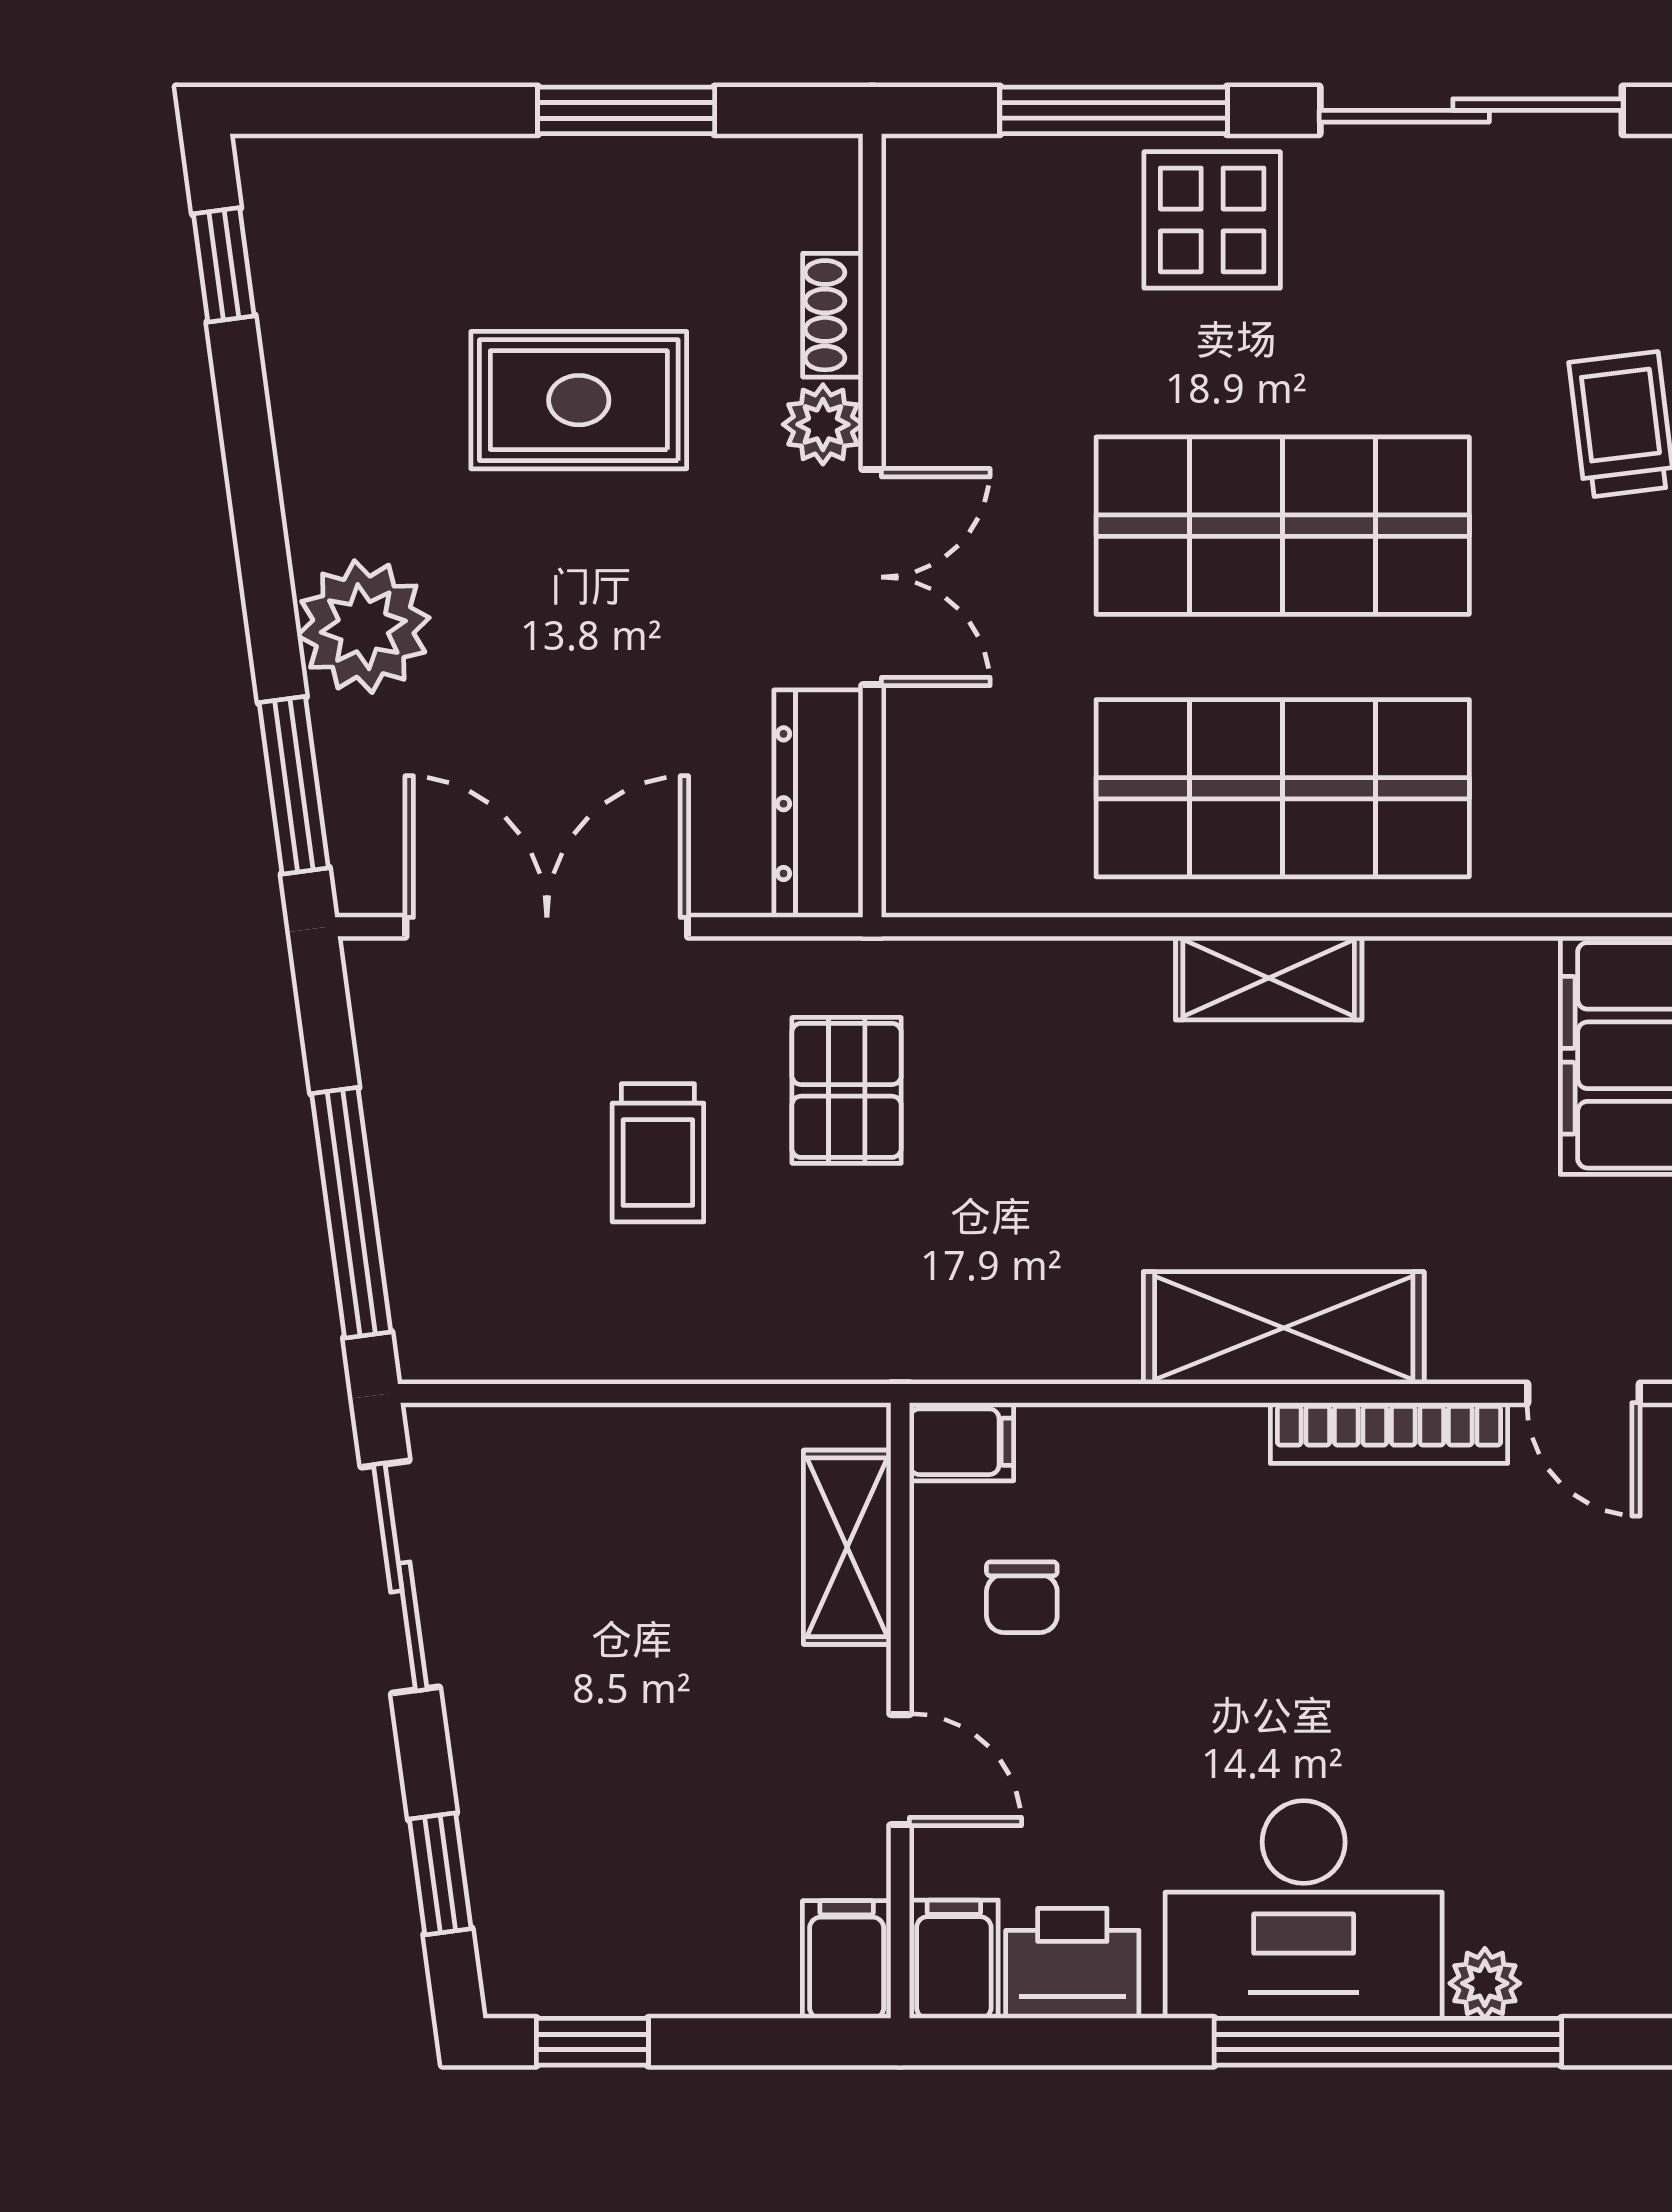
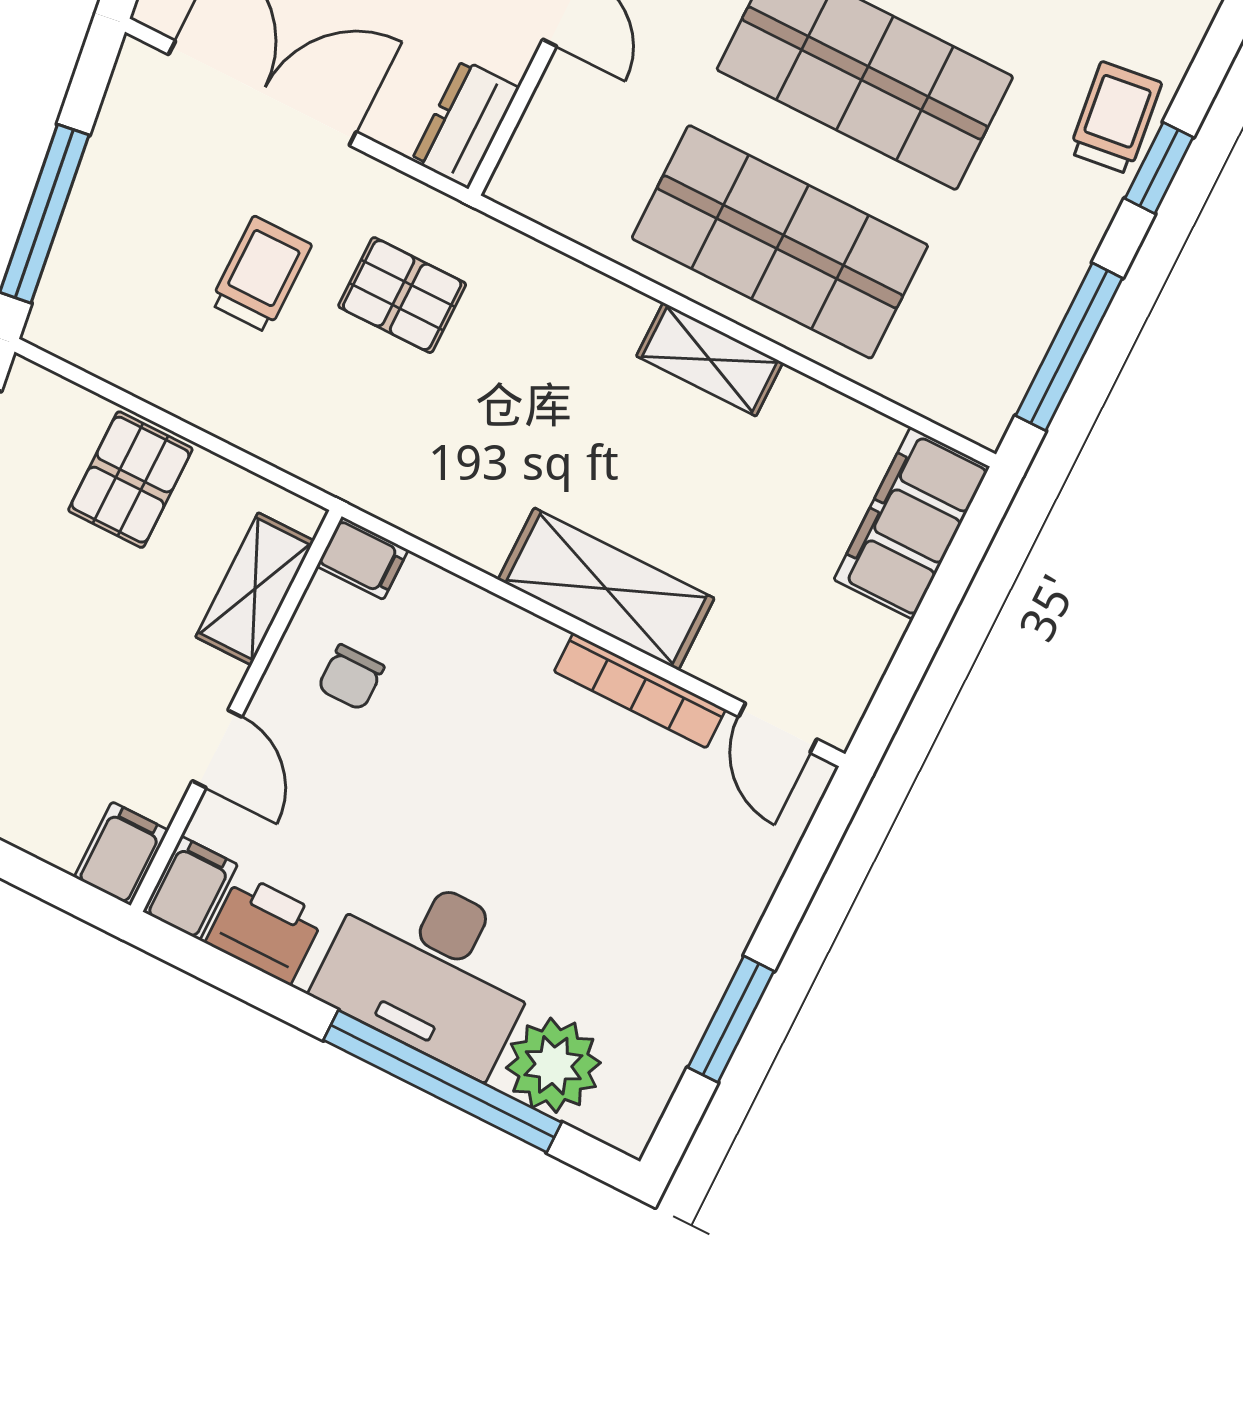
dresser: (818, 804) -> (465, 124), width x0.70
pallet: (847, 1090) -> (402, 295), turned 90
trolley: (658, 1153) -> (261, 274), turned 180
pallet: (624, 1489) -> (130, 480), added
plant: (1485, 1983) -> (553, 1065), width x1.87, depth x1.87

